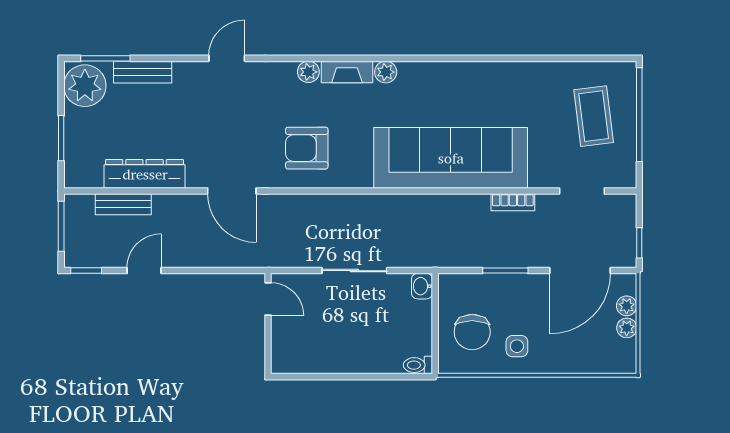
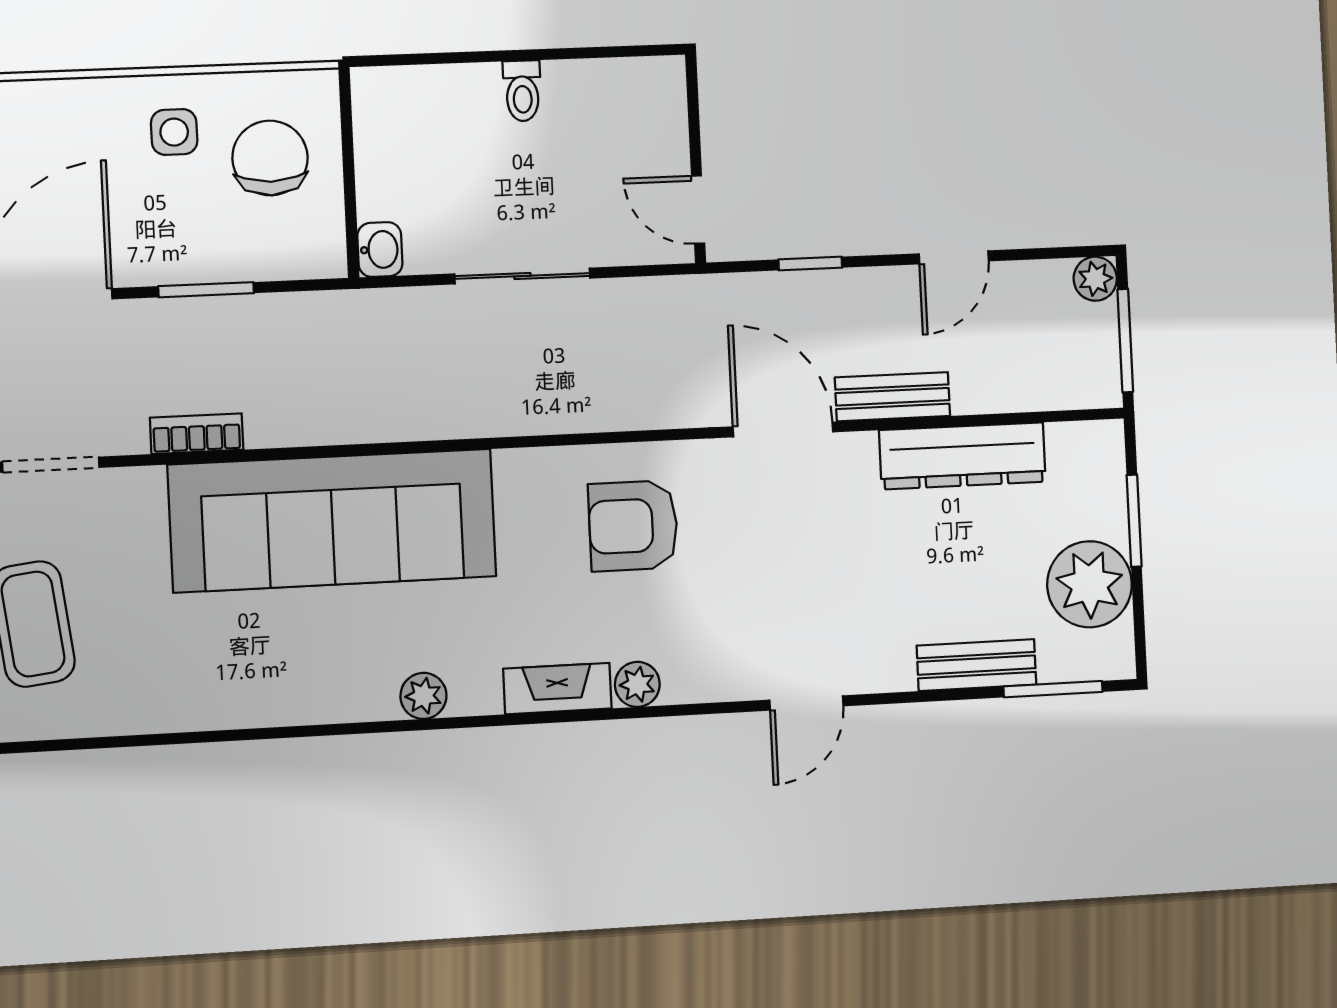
plant: (386, 72) -> (423, 696), moved
plant: (85, 86) -> (1090, 584), moved
armchair: (307, 148) -> (633, 526), turned 180
bench: (123, 204) -> (892, 397), moved
plant: (75, 257) -> (1095, 279), added
window: (86, 271) -> (810, 264), moved
toilet: (418, 365) -> (522, 91), moved, turned 90

